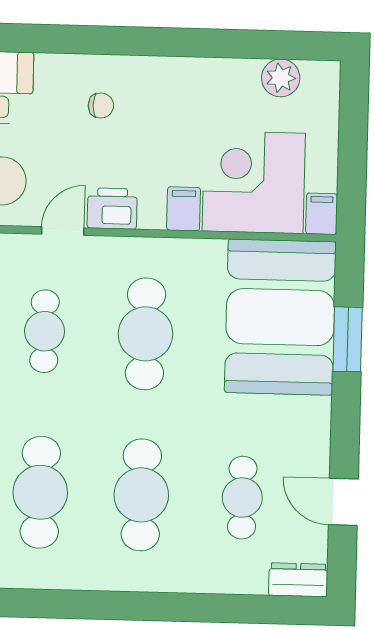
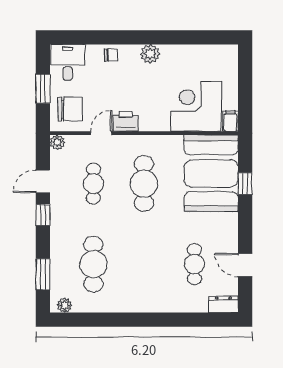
plant: (281, 78) -> (150, 54), moved
chair: (101, 105) -> (111, 55), moved
filing cabinet: (184, 209) -> (161, 121), removed
window: (348, 339) -> (245, 184), width x0.67
cafe table: (141, 495) -> (144, 264), removed

